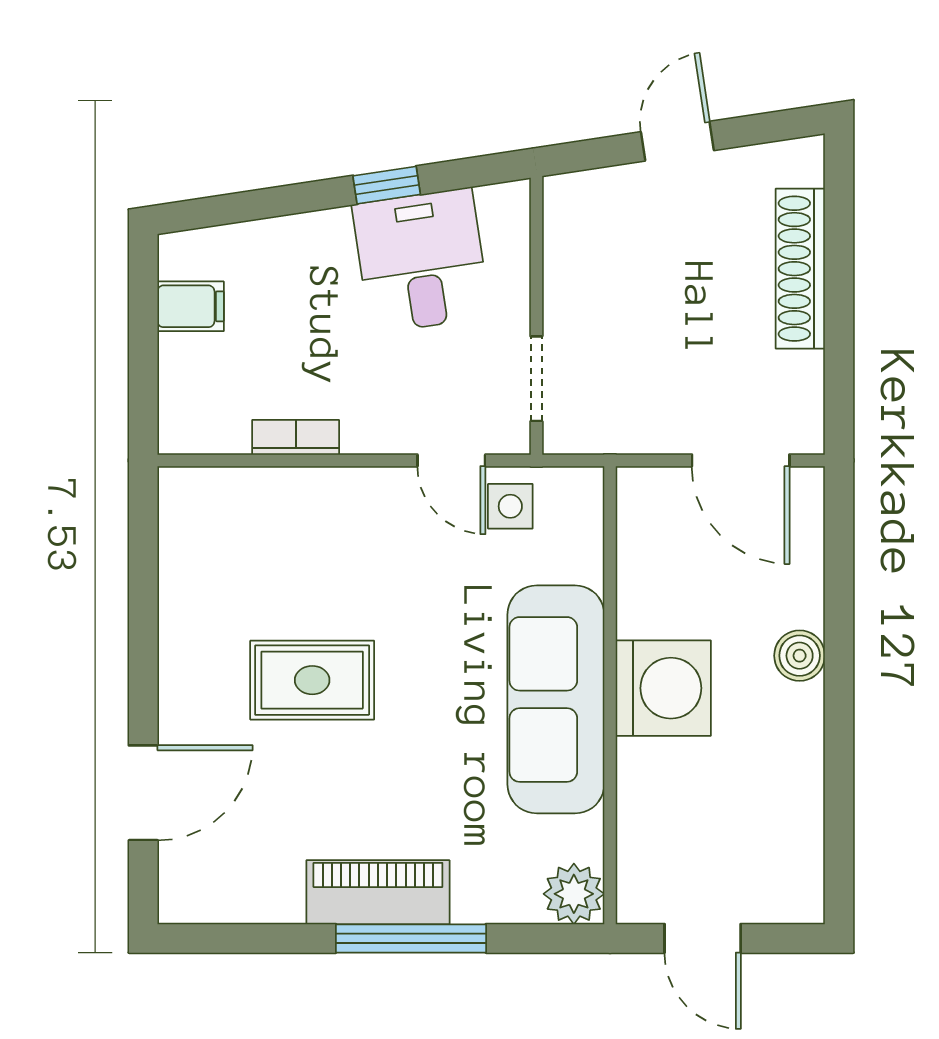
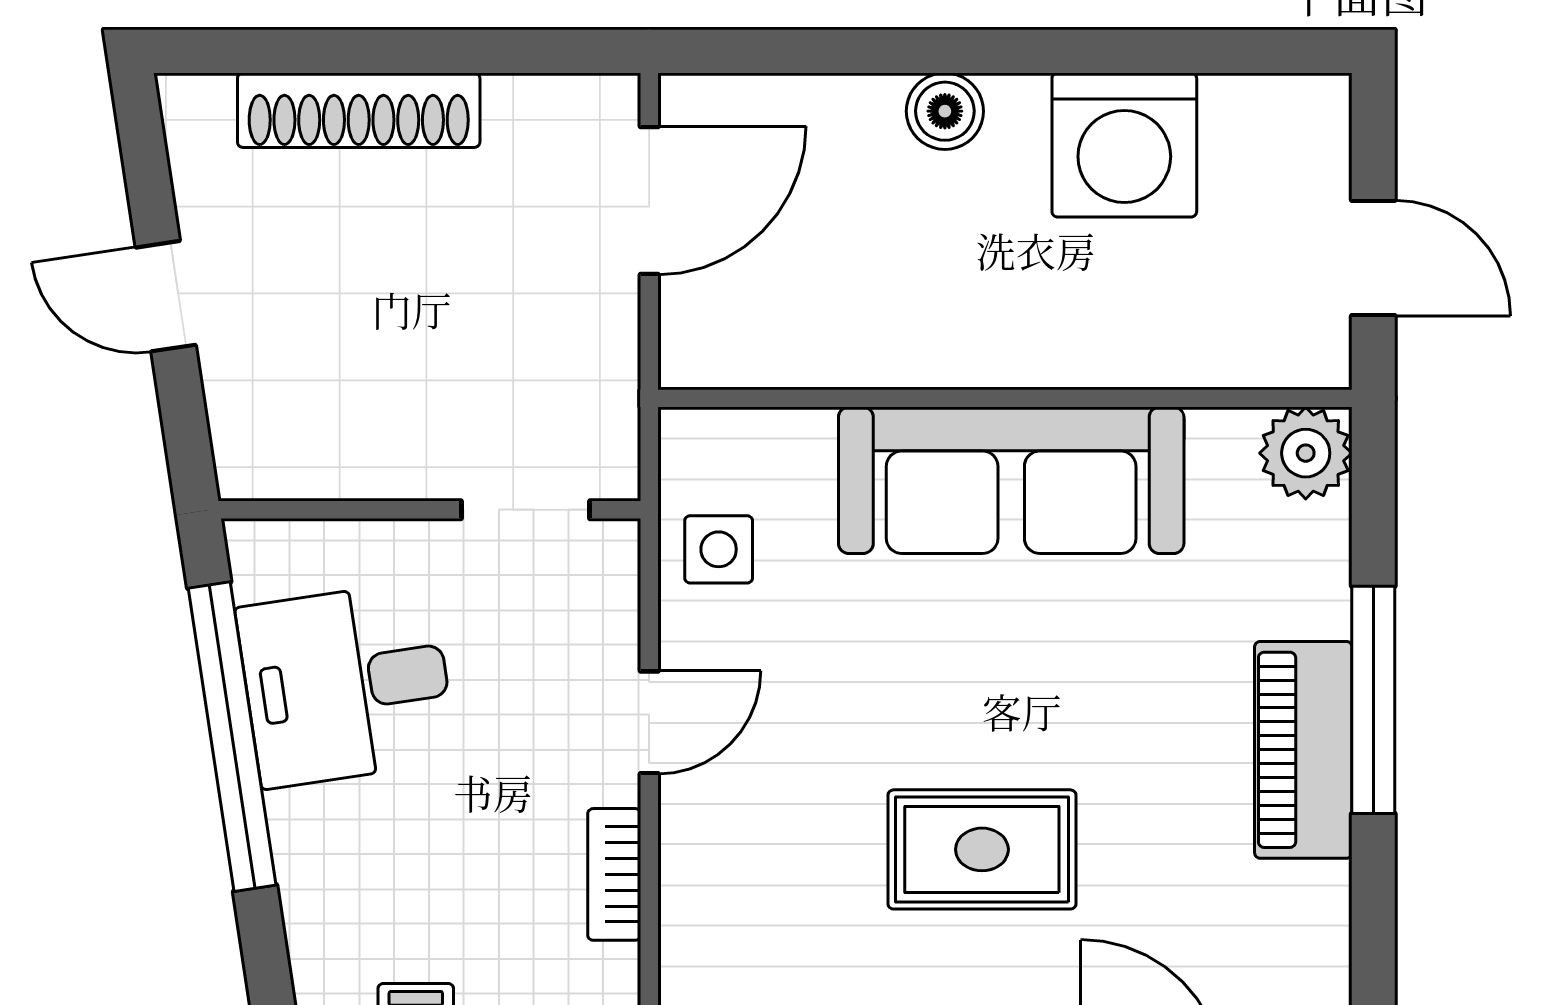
window: (387, 185) -> (232, 737), width x3.17
door: (451, 460) -> (649, 722), moved
rug: (312, 680) -> (982, 849), turned 90
washing machine: (663, 688) -> (1124, 145), moved, turned 180
door: (703, 938) -> (1373, 258), hinge flipped

